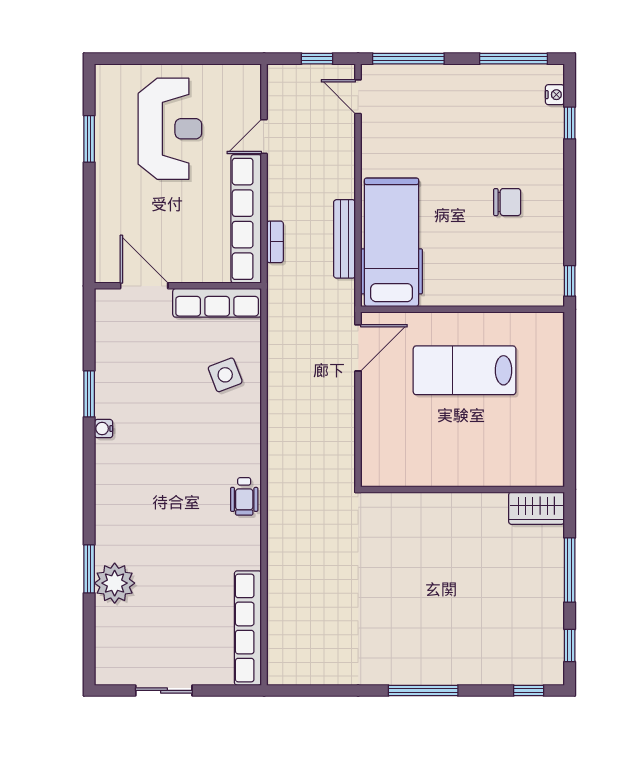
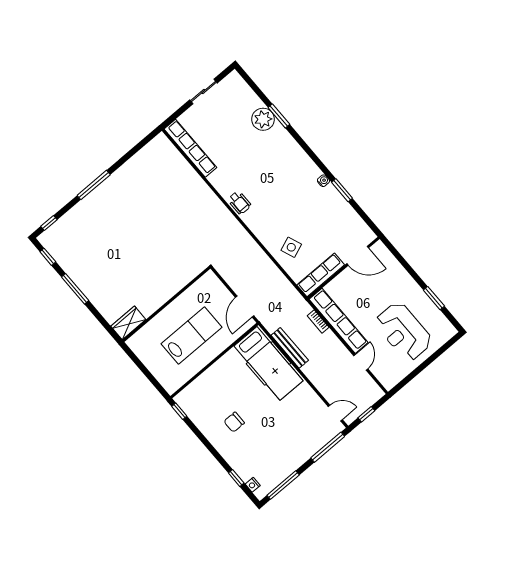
wall: (463, 489) -> (166, 304), moved
wheelchair: (244, 496) -> (239, 203), turned 180
wardrobe: (536, 508) -> (128, 323), moved

